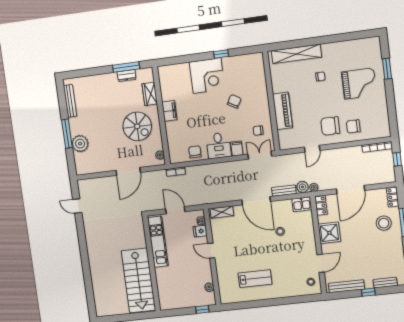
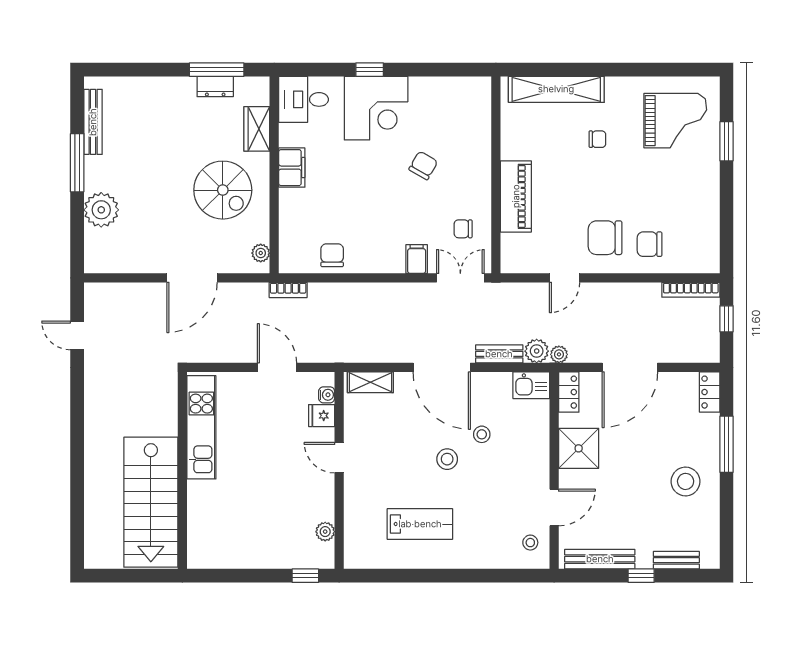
window: (221, 54) -> (370, 70), moved
grand piano: (359, 84) -> (675, 121), moved
window: (67, 134) -> (77, 163), moved
desk: (219, 145) -> (304, 99), moved, turned 90
stool: (384, 223) -> (686, 481), moved
kitchen unit: (158, 242) -> (201, 427), moved
stool: (264, 245) -> (447, 459), added
wall: (151, 264) -> (182, 470), moved
stairs: (138, 280) -> (151, 502), moved

